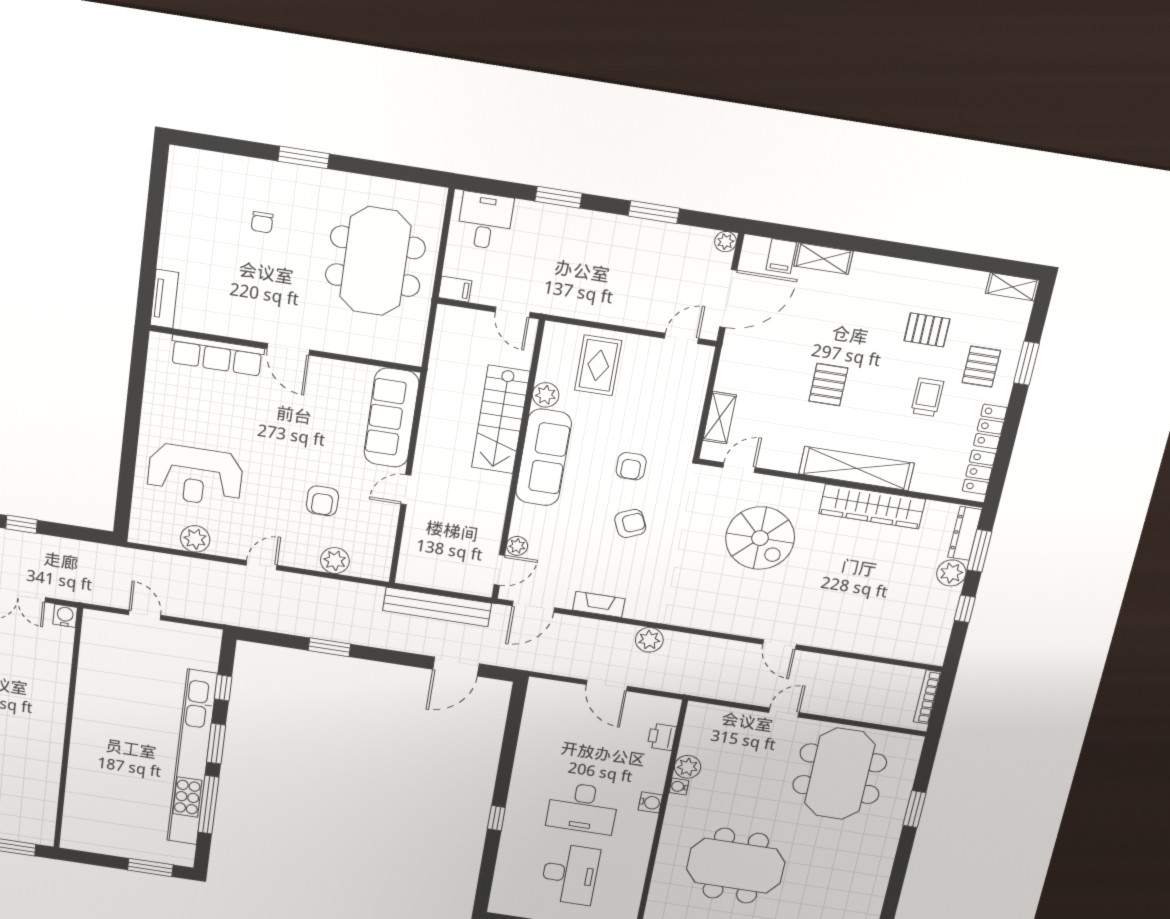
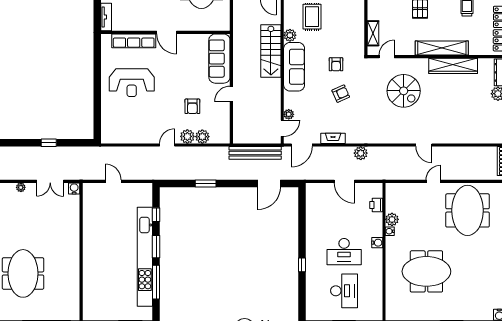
reception desk: (195, 475) -> (132, 83), moved
plant: (195, 539) -> (187, 136), moved

